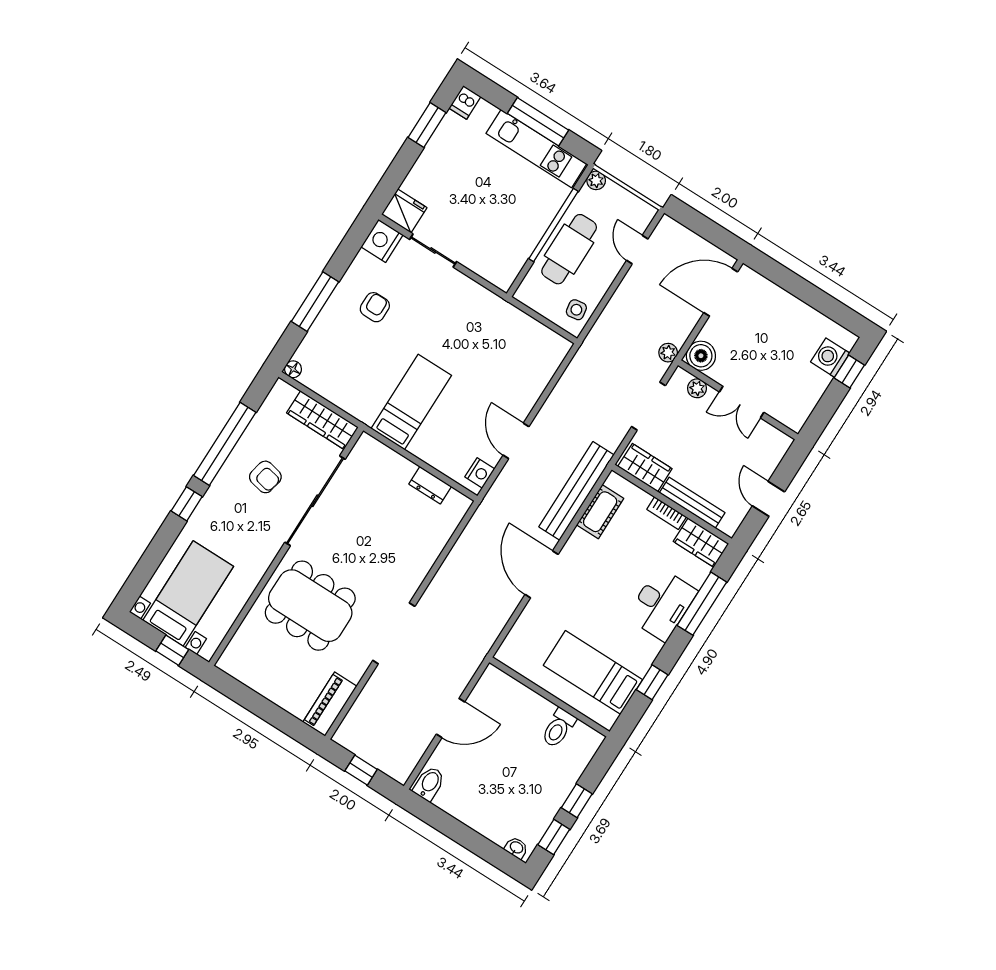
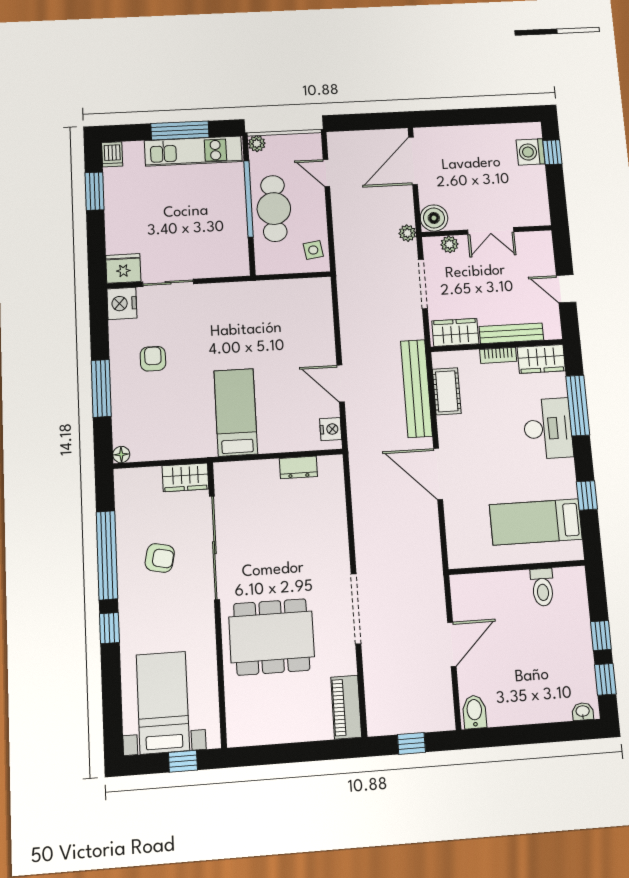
wardrobe: (322, 420) -> (185, 477), width x0.67

